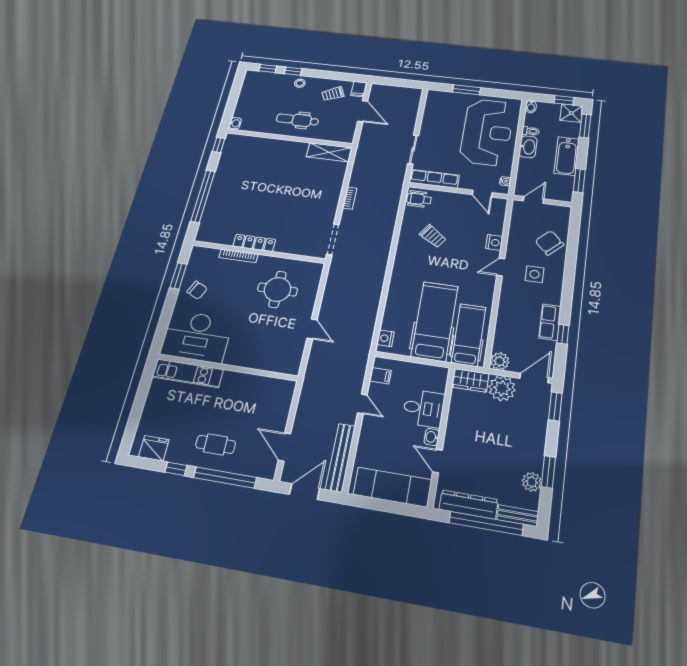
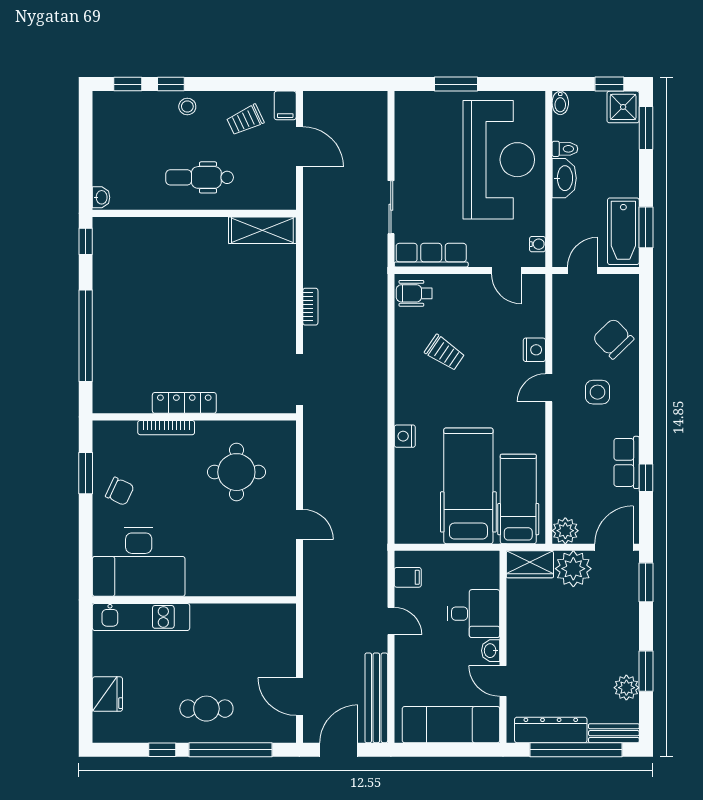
bathtub: (567, 156) -> (623, 231), moved
nightstand: (385, 338) -> (405, 436), moved
fridge: (154, 448) -> (107, 694), moved, turned 90

